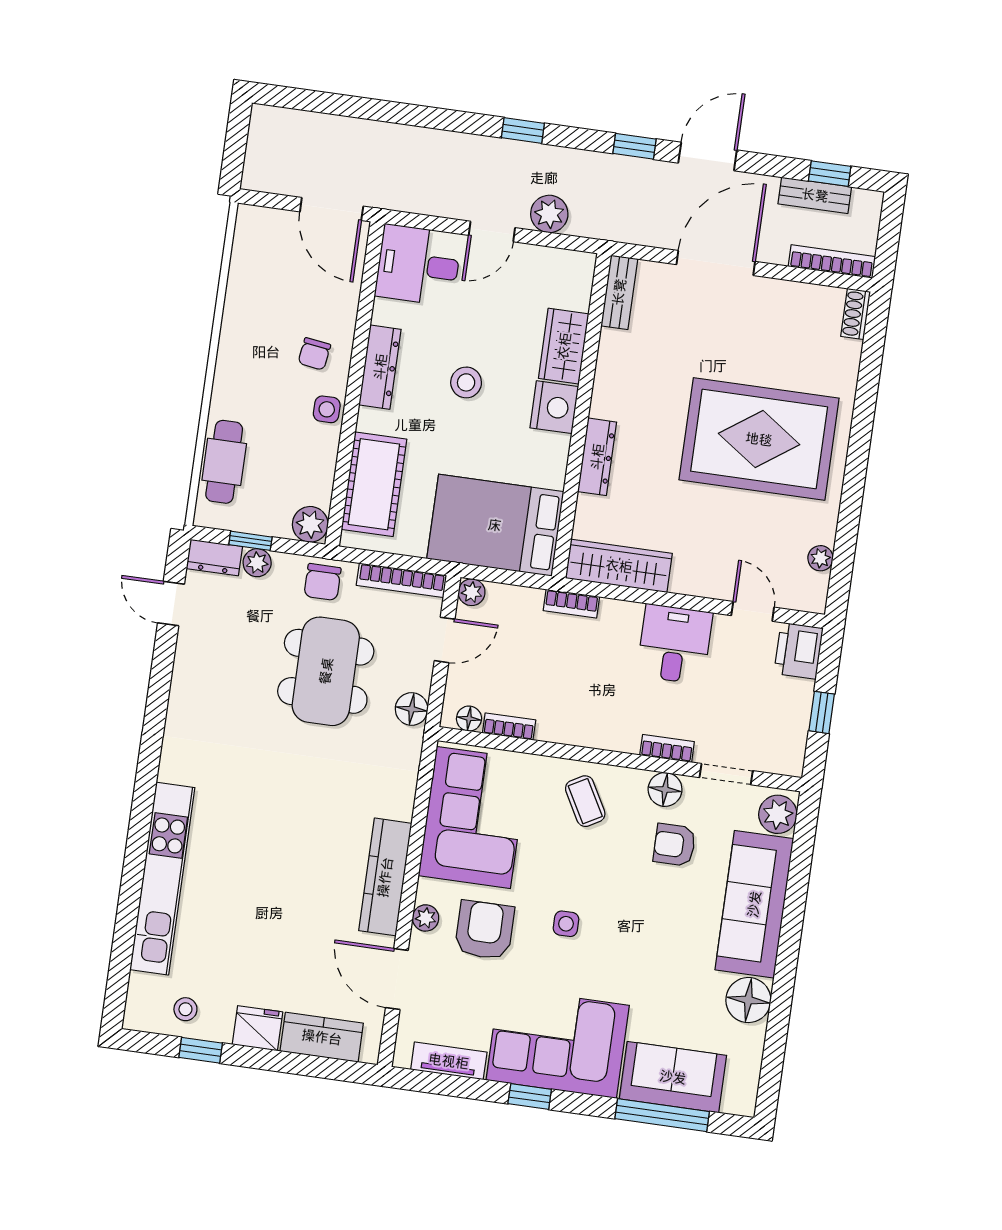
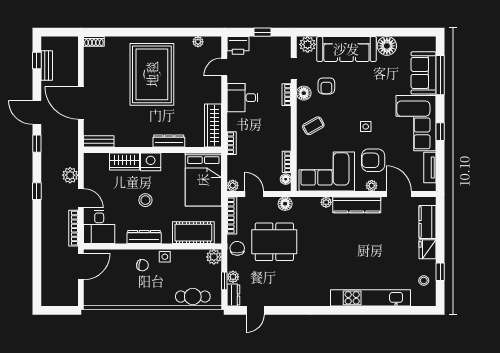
bookcase: (832, 261) -> (73, 228), moved
chair: (323, 582) -> (237, 248), turned -92
plant: (401, 806) -> (326, 202), added
door: (397, 979) -> (399, 194), swing flipped

